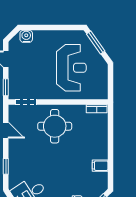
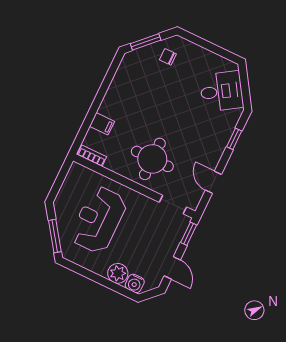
plant: (41, 38) -> (118, 273), added
filing cabinet: (100, 166) -> (102, 124), moved

